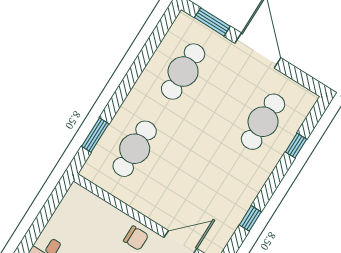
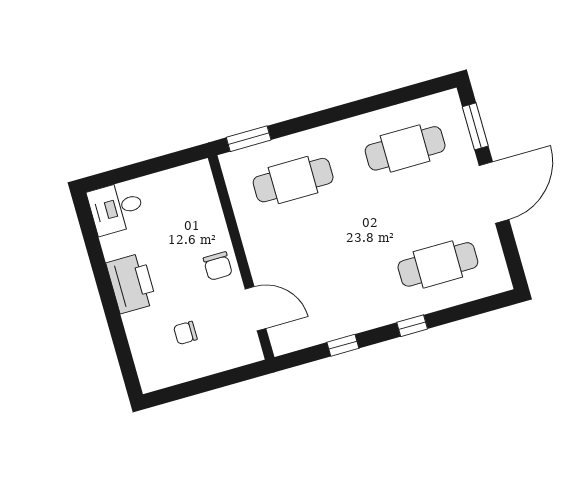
window: (95, 135) -> (249, 139), moved
window: (296, 146) -> (412, 326), moved

